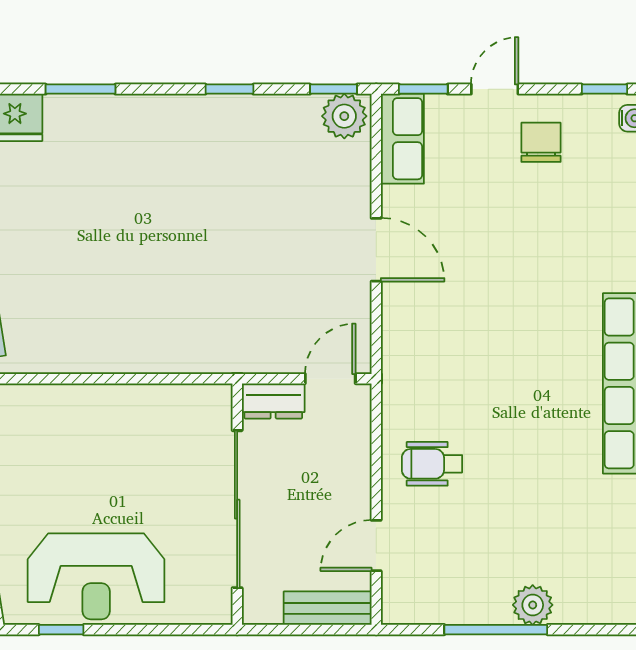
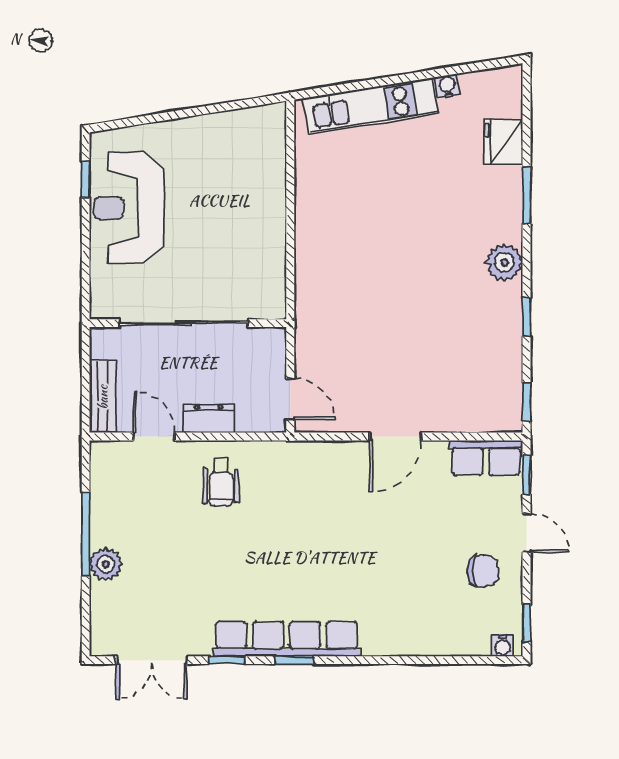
plant: (344, 116) -> (504, 262), moved
dresser: (273, 401) -> (209, 418), moved, turned 90
wheelchair: (432, 464) -> (221, 482), turned 180

